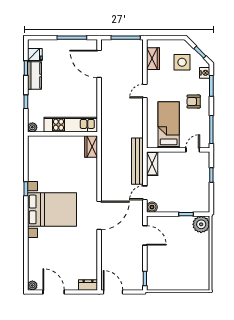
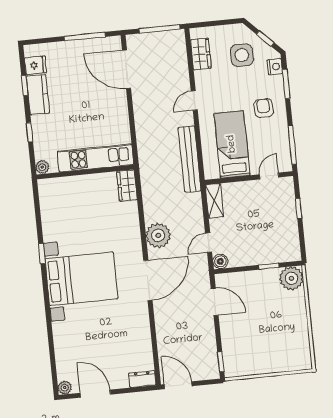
armchair: (194, 101) -> (264, 108), turned 87
bench: (137, 161) -> (190, 159), moved
plant: (110, 184) -> (158, 235), added

